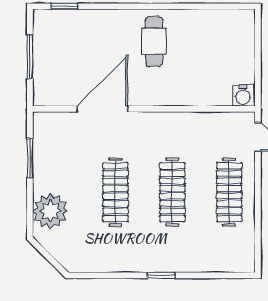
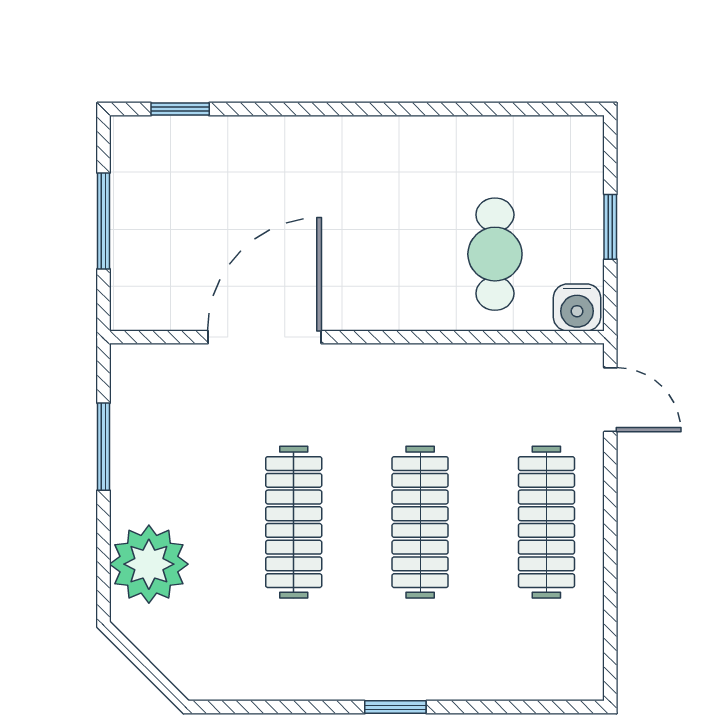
cafe table: (154, 41) -> (495, 254), moved
window: (258, 59) -> (610, 227), added

